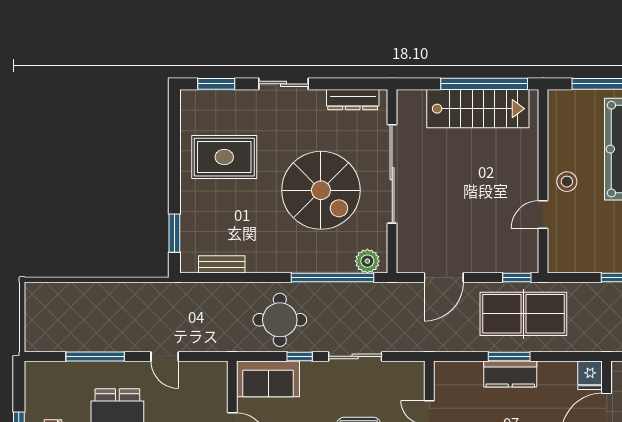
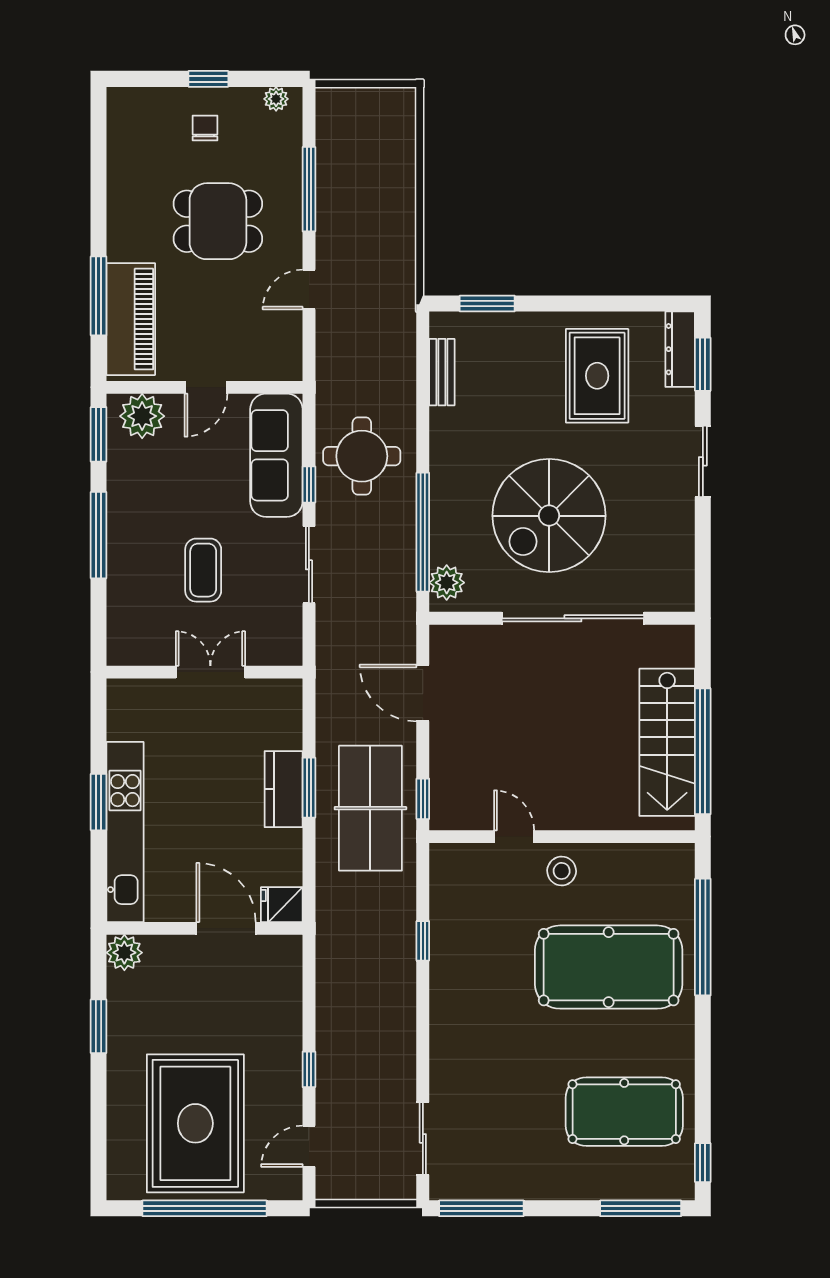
dresser: (353, 100) -> (680, 349), moved
plant: (33, 379) -> (276, 99), added
sofa: (268, 379) -> (276, 455), width x1.36

